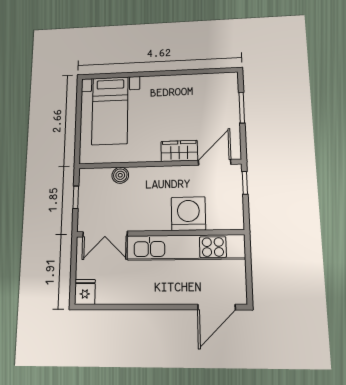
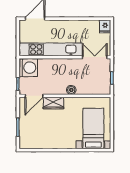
boiler: (120, 175) -> (71, 90), moved
washing machine: (188, 214) -> (28, 68), moved, turned -90

